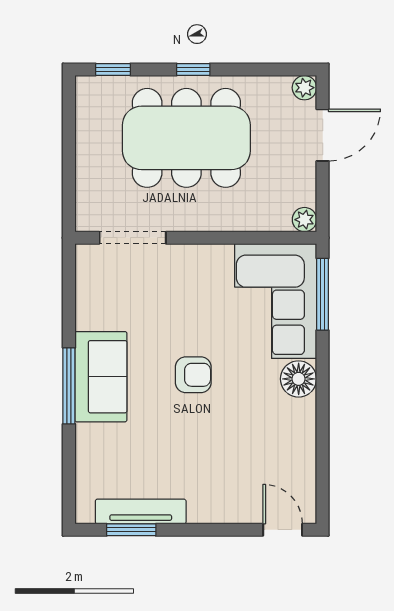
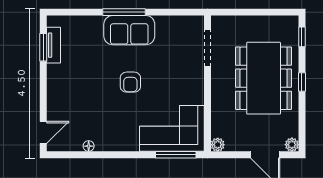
floor lamp: (299, 379) -> (89, 146), moved, width x0.53, depth x0.53
tv unit: (141, 511) -> (53, 45), width x0.71

